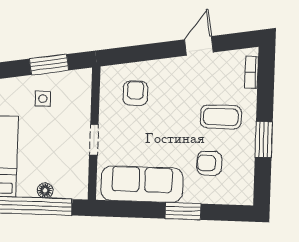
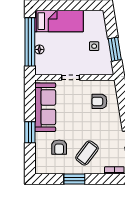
armchair: (135, 93) -> (99, 101), turned 180
coffee table: (221, 117) -> (87, 153), turned 37
armchair: (209, 163) -> (59, 147), turned 180

